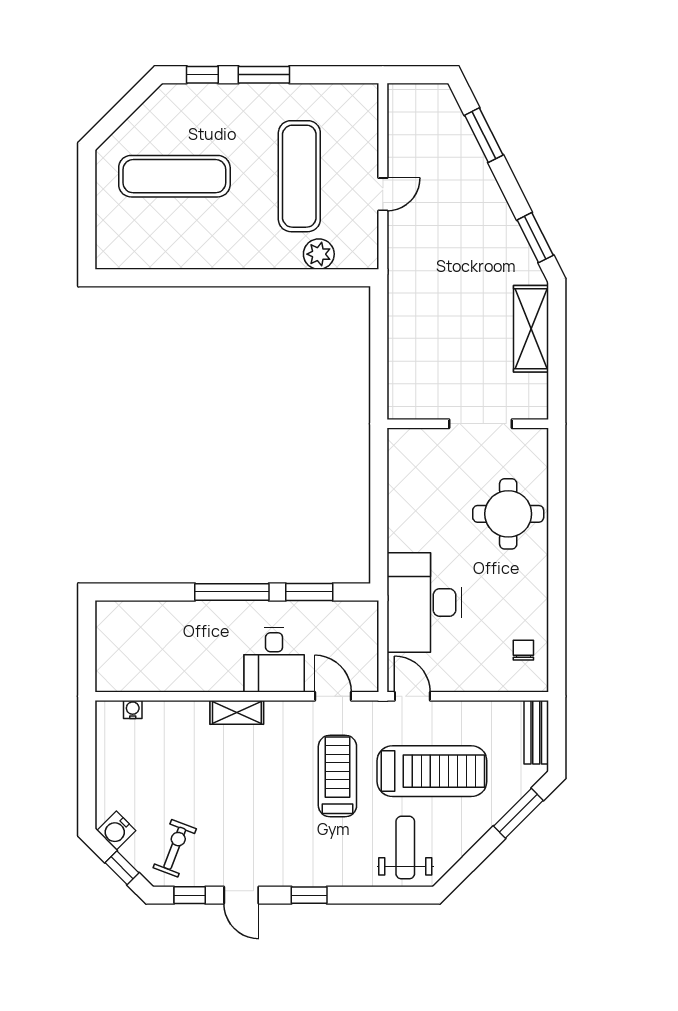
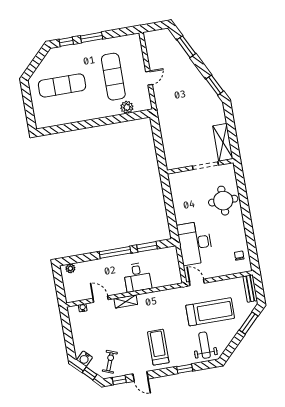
shelving: (531, 329) -> (223, 142), moved
plant: (120, 612) -> (70, 268), added
door: (333, 696) -> (101, 299), moved
treadmill: (337, 776) -> (158, 347), moved
window: (309, 895) -> (185, 369), moved

